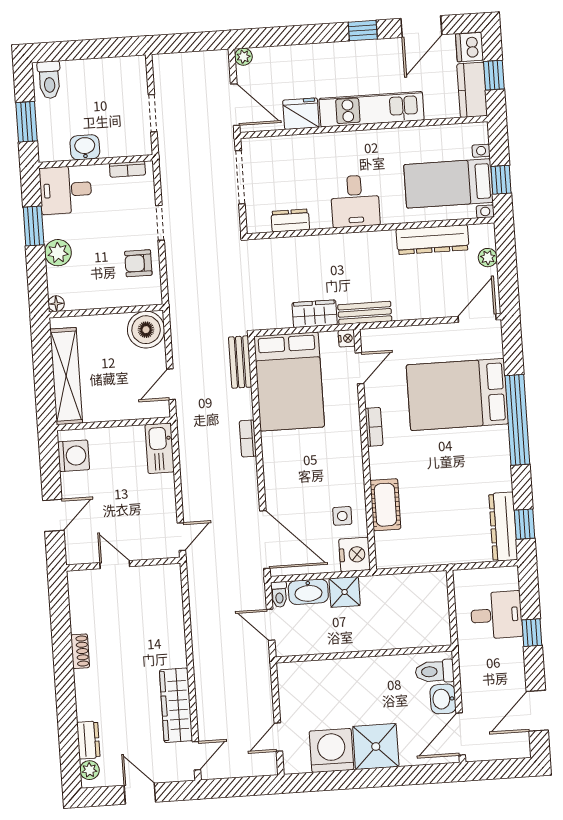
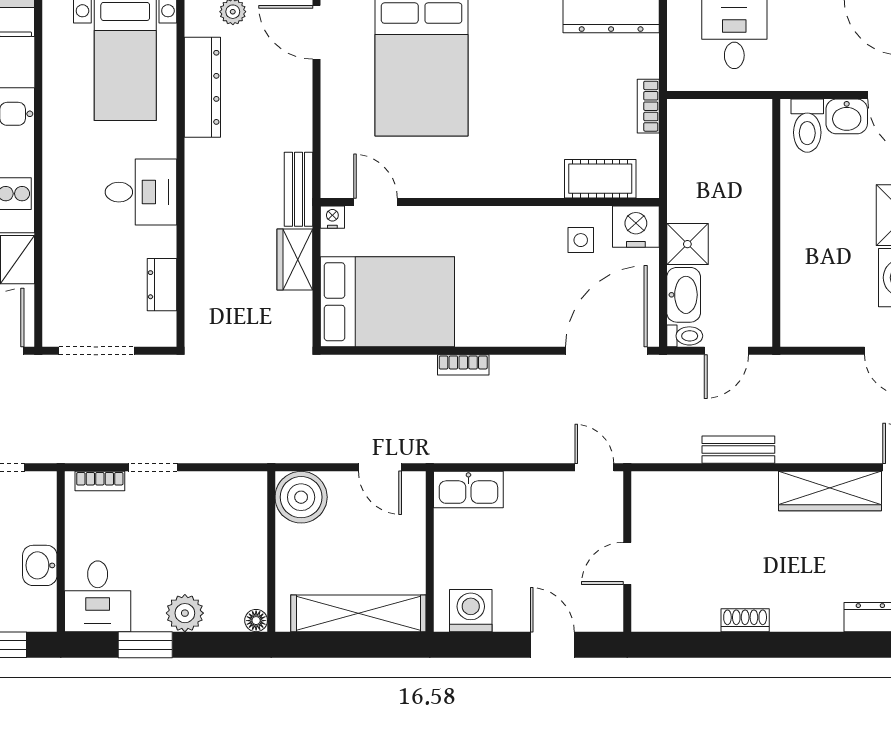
bookcase: (127, 169) -> (100, 481), moved, turned 90
armchair: (138, 263) -> (207, 502), removed
bench: (240, 362) -> (738, 450), moved
bookcase: (374, 427) -> (648, 106), moved, turned -90
cot: (385, 505) -> (600, 179), moved

